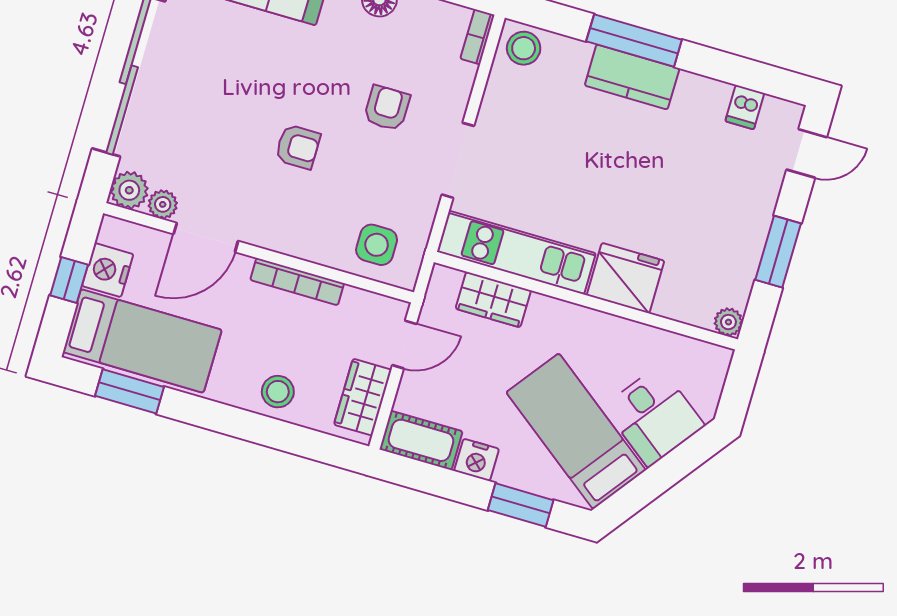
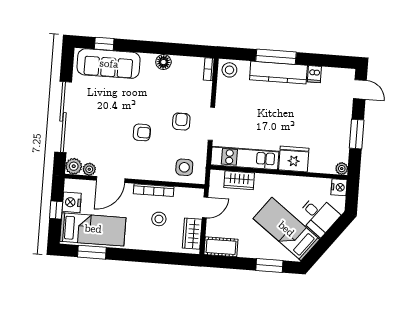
kitchen counter: (632, 77) -> (278, 73), width x1.50
dishwasher: (745, 107) -> (314, 74), moved
armchair: (387, 108) -> (181, 121), moved
door: (807, 153) -> (360, 89), hinge flipped
stool: (278, 392) -> (159, 219), moved
nightstand: (477, 460) -> (339, 187), moved, turned -90

